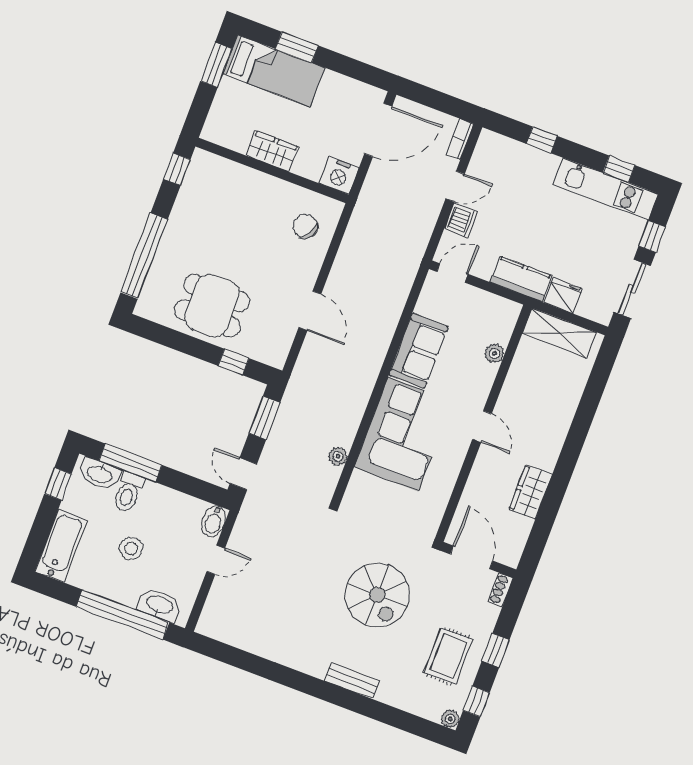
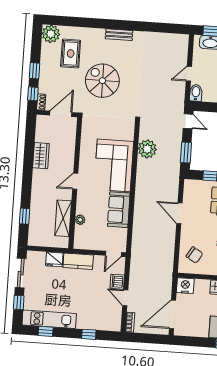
door: (455, 186) -> (125, 298), hinge flipped
shelving: (559, 333) -> (63, 218), moved, turned 90
window: (594, 391) -> (25, 216), added
door: (482, 427) -> (75, 181), hinge flipped
plant: (338, 456) -> (147, 149), width x1.88, depth x1.88
door: (472, 557) -> (61, 114), swing flipped
rug: (448, 656) -> (71, 53), moved
bench: (352, 681) -> (119, 35), moved
window: (476, 701) -> (33, 94), moved
plant: (450, 719) -> (51, 34), width x1.87, depth x1.87

